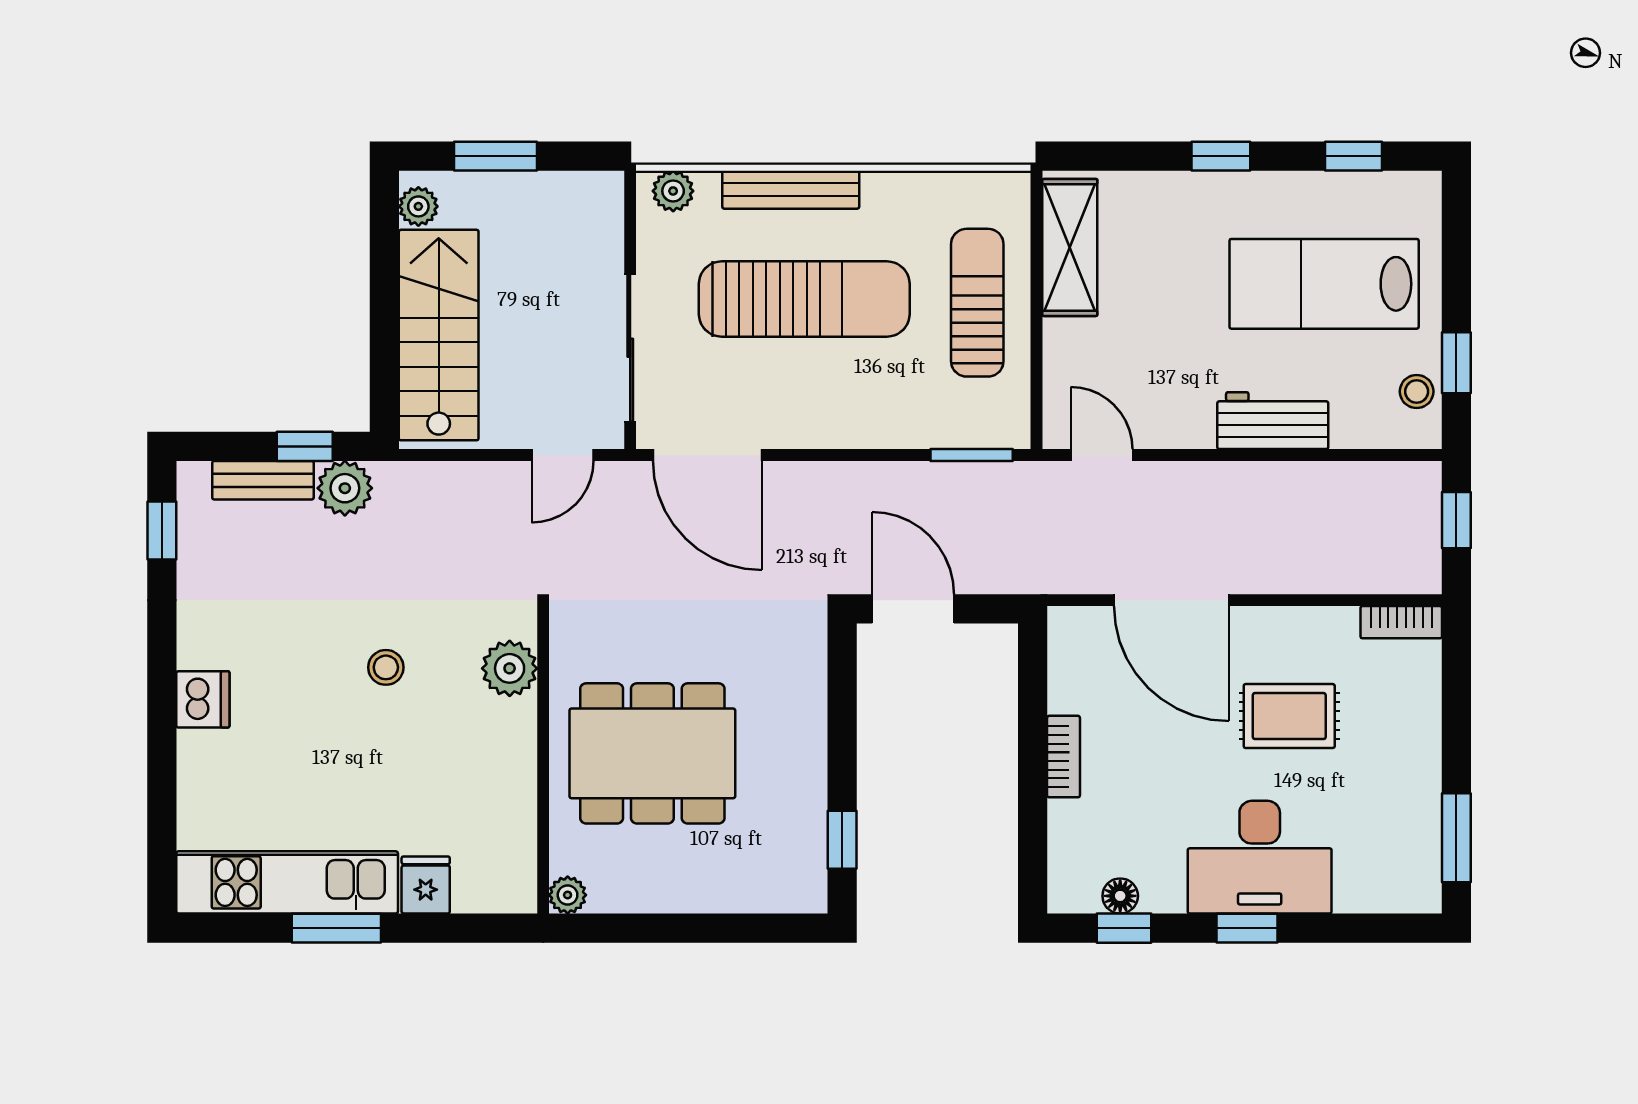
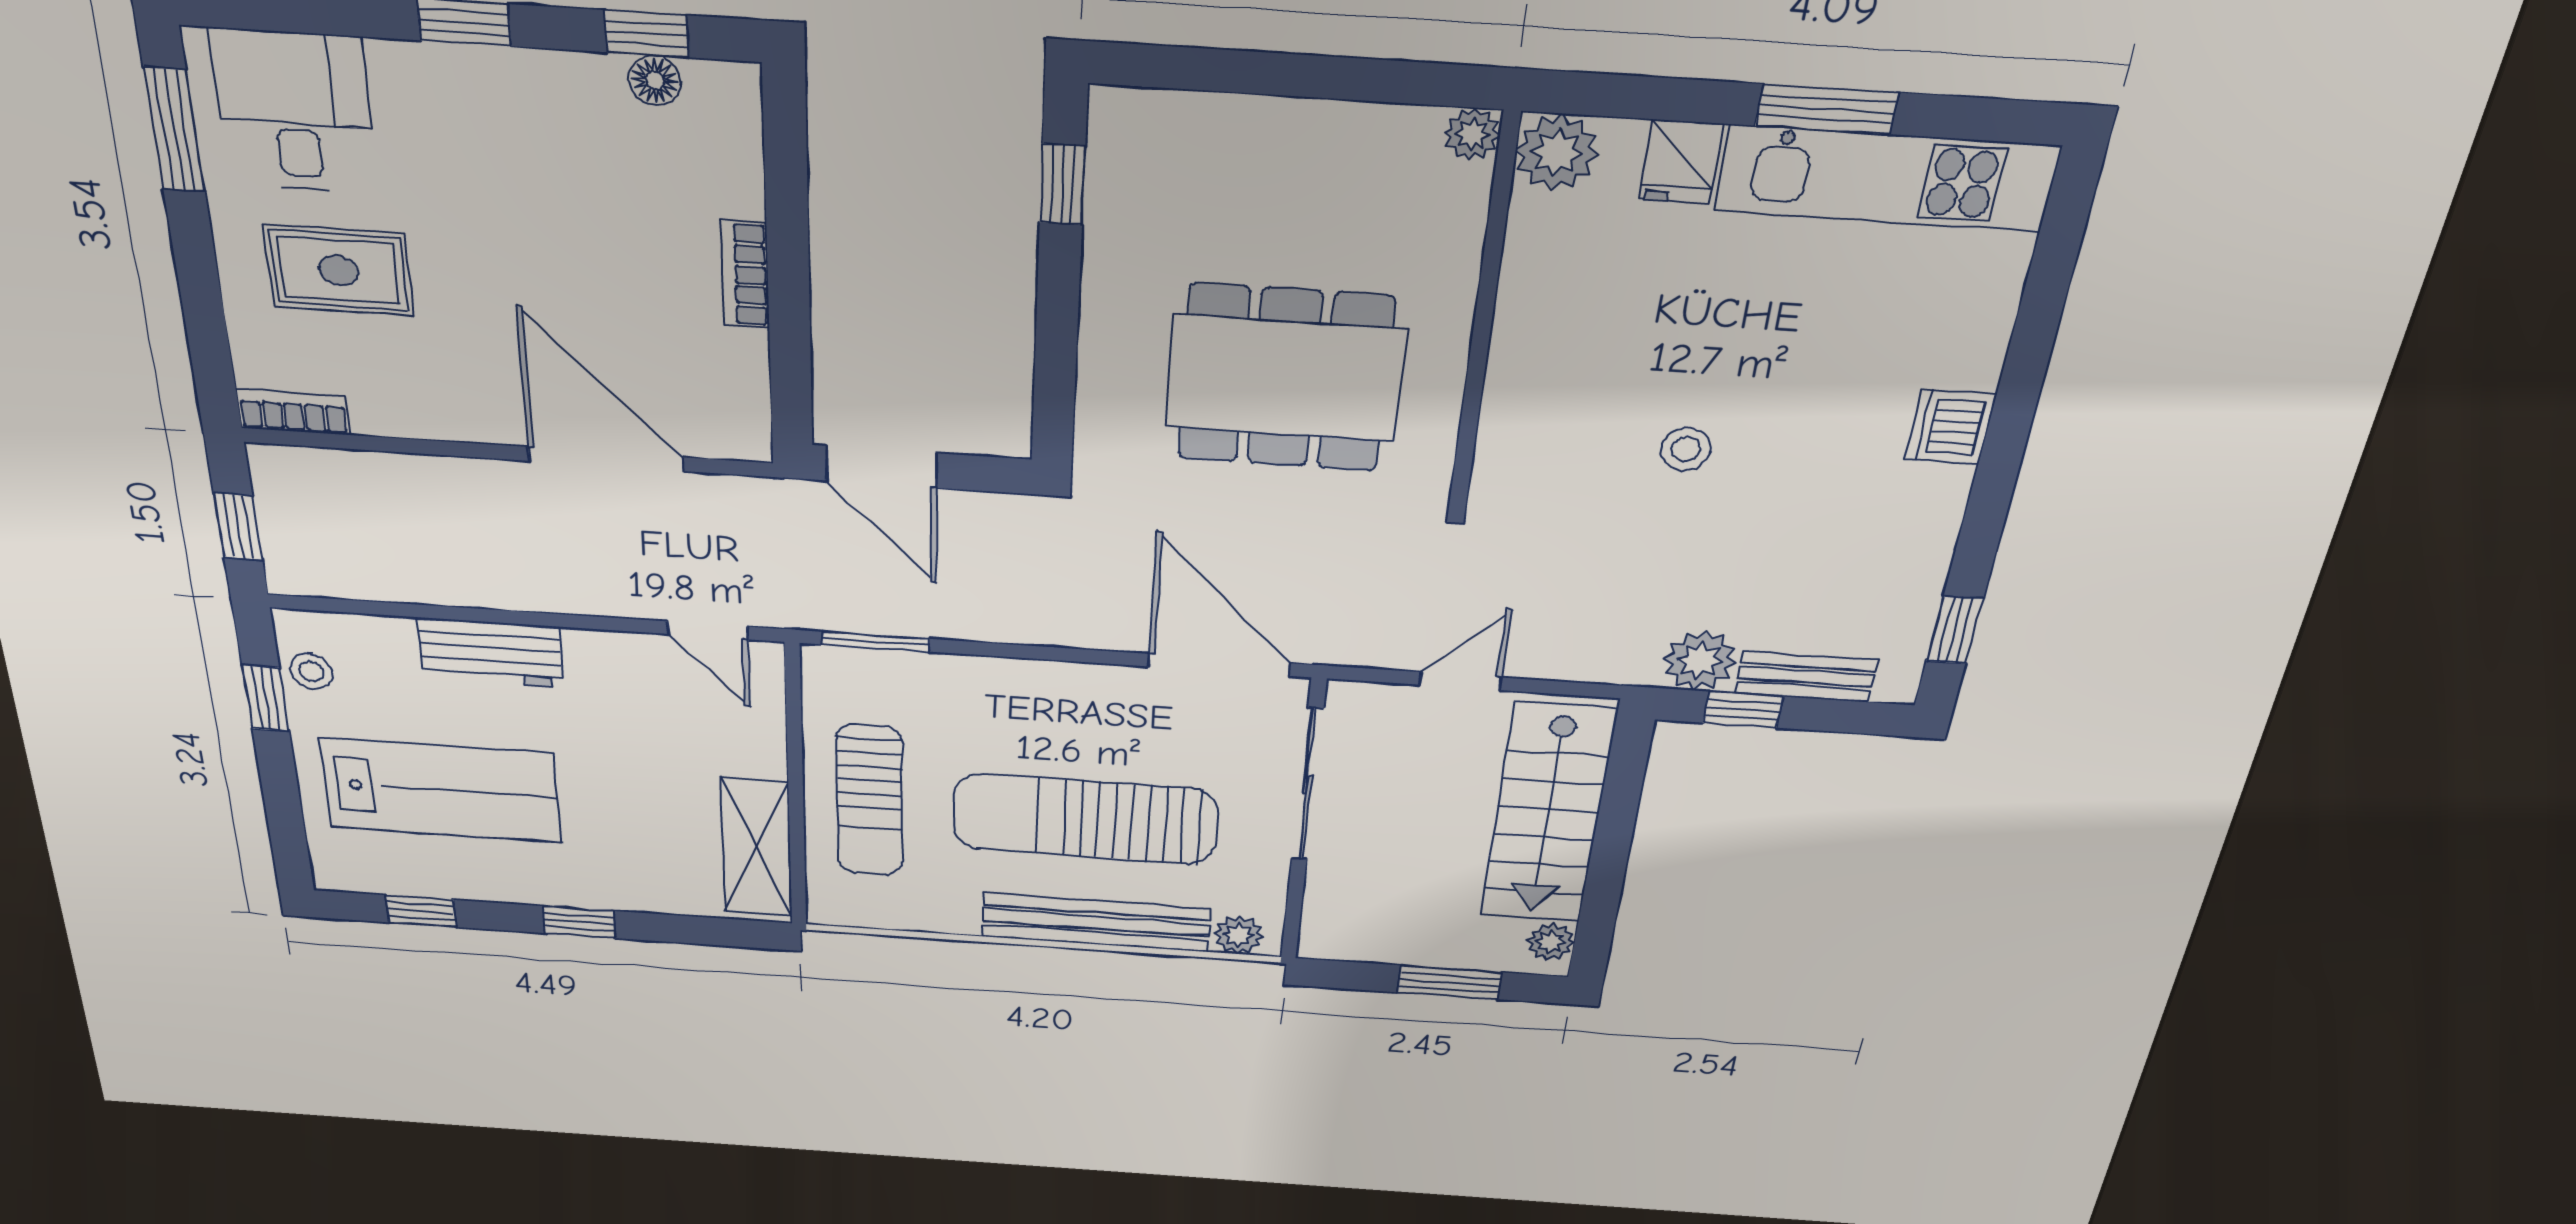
bench: (791, 190) -> (1096, 922), width x1.37, depth x1.21
door: (562, 455) -> (1461, 681), moved
door: (913, 609) -> (881, 467), moved
plant: (510, 668) -> (1557, 152), moved
rug: (1289, 716) -> (339, 270), moved
dining table: (652, 753) -> (1285, 378), moved
desk: (1260, 857) -> (295, 111), moved, width x0.73

